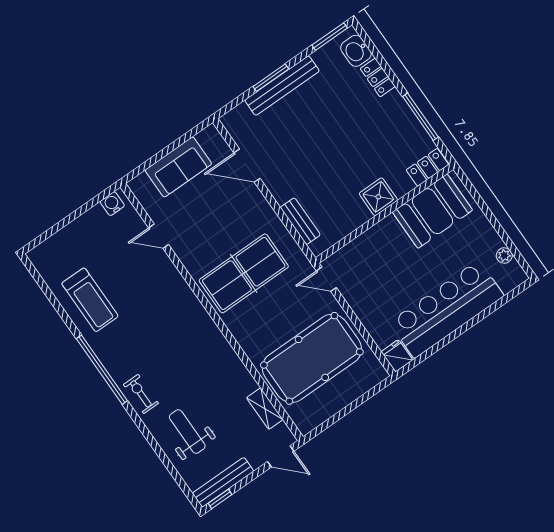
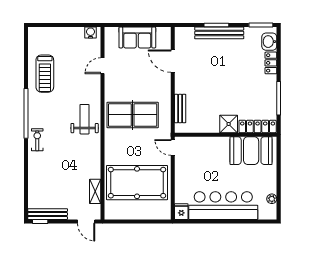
locker: (427, 167) -> (258, 126), width x1.53
door: (159, 236) -> (103, 66), hinge flipped
weight bench: (187, 432) -> (85, 119), moved

